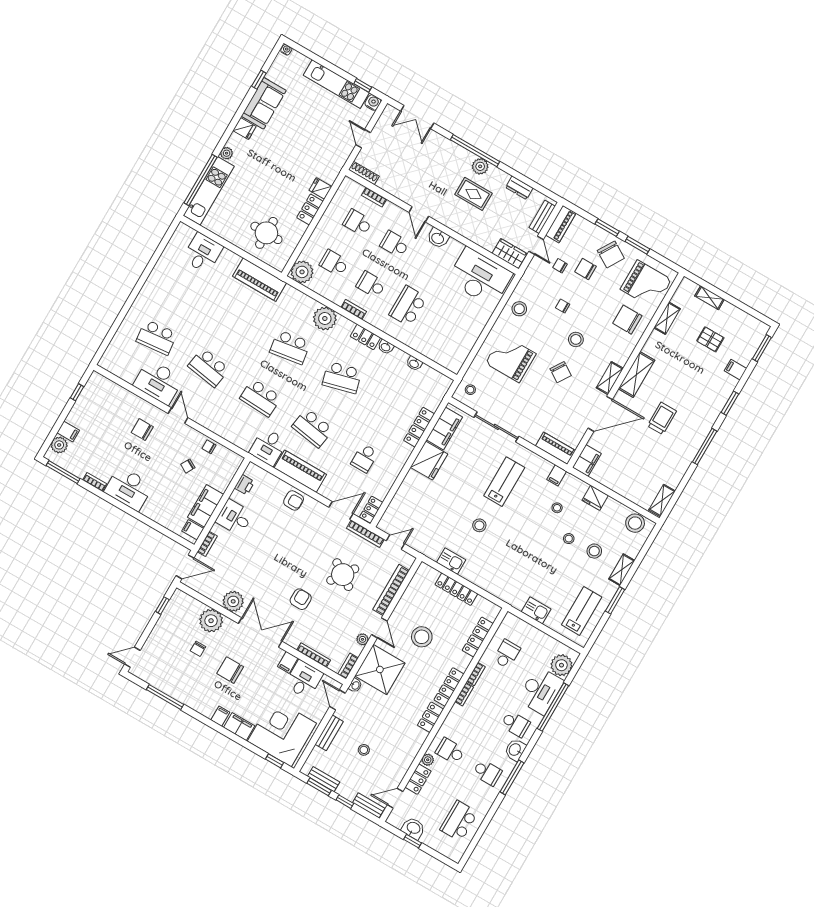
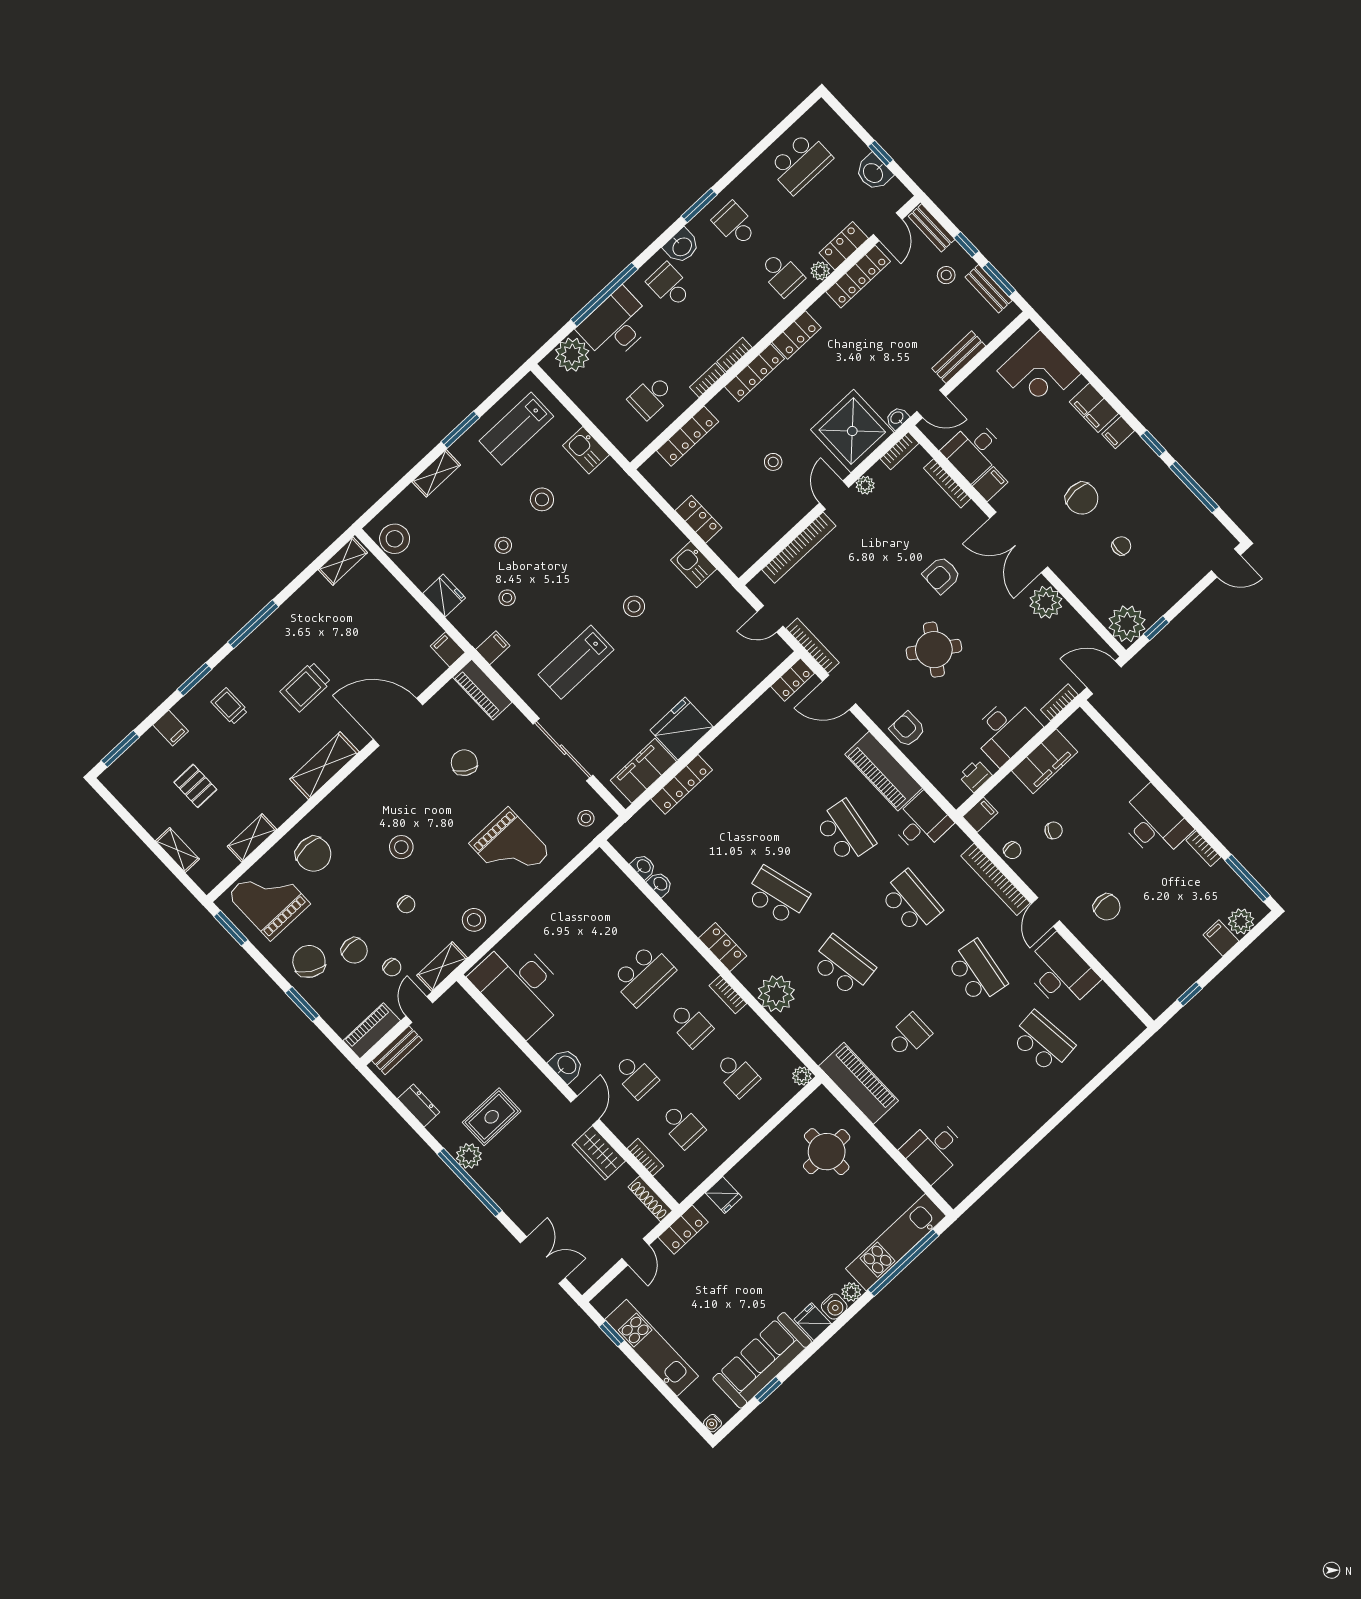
sofa: (264, 103) -> (762, 1360), width x1.36
water cooler: (373, 103) -> (834, 1307), moved, turned -90
rug: (474, 194) -> (492, 1117), turned 90
locker: (310, 209) -> (683, 1230), moved
window: (637, 245) -> (231, 928), moved
wardrobe: (510, 254) -> (599, 1153), moved
plant: (302, 272) -> (802, 1076), width x0.53, depth x0.53
washbasin: (386, 347) -> (643, 866), moved
chair: (561, 372) -> (464, 763), moved
shelving: (610, 378) -> (442, 967), moved
trolley: (704, 393) -> (229, 706), added
bookcase: (214, 426) -> (996, 879), added
school desk: (364, 458) -> (909, 1036), moved
filing cabinet: (587, 460) -> (448, 649), width x0.50
desk: (234, 517) -> (1006, 730), width x1.37
filing cabinet: (193, 530) -> (980, 815), moved, turned -90
stool: (594, 551) -> (542, 499), moved
round table: (343, 575) -> (934, 650), moved
locker: (456, 589) -> (698, 519), width x0.66
plant: (211, 621) -> (1127, 624), moved
stool: (422, 637) -> (773, 462), width x0.53, depth x0.53
door: (337, 700) -> (931, 404), hinge flipped
corner desk: (282, 732) -> (1039, 372), width x0.74, depth x0.74
stool: (364, 750) -> (946, 275), moved
window: (275, 761) -> (1153, 443), moved
locker: (404, 763) -> (858, 277), added
window: (512, 777) -> (699, 205), width x0.69
door: (395, 798) -> (888, 227), hinge flipped

